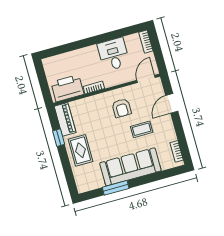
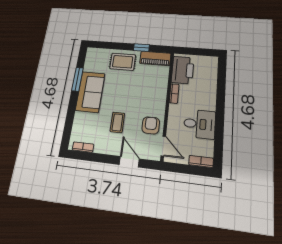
armchair: (122, 108) -> (151, 125), moved, turned 90
sofa: (130, 167) -> (90, 92), width x0.73

